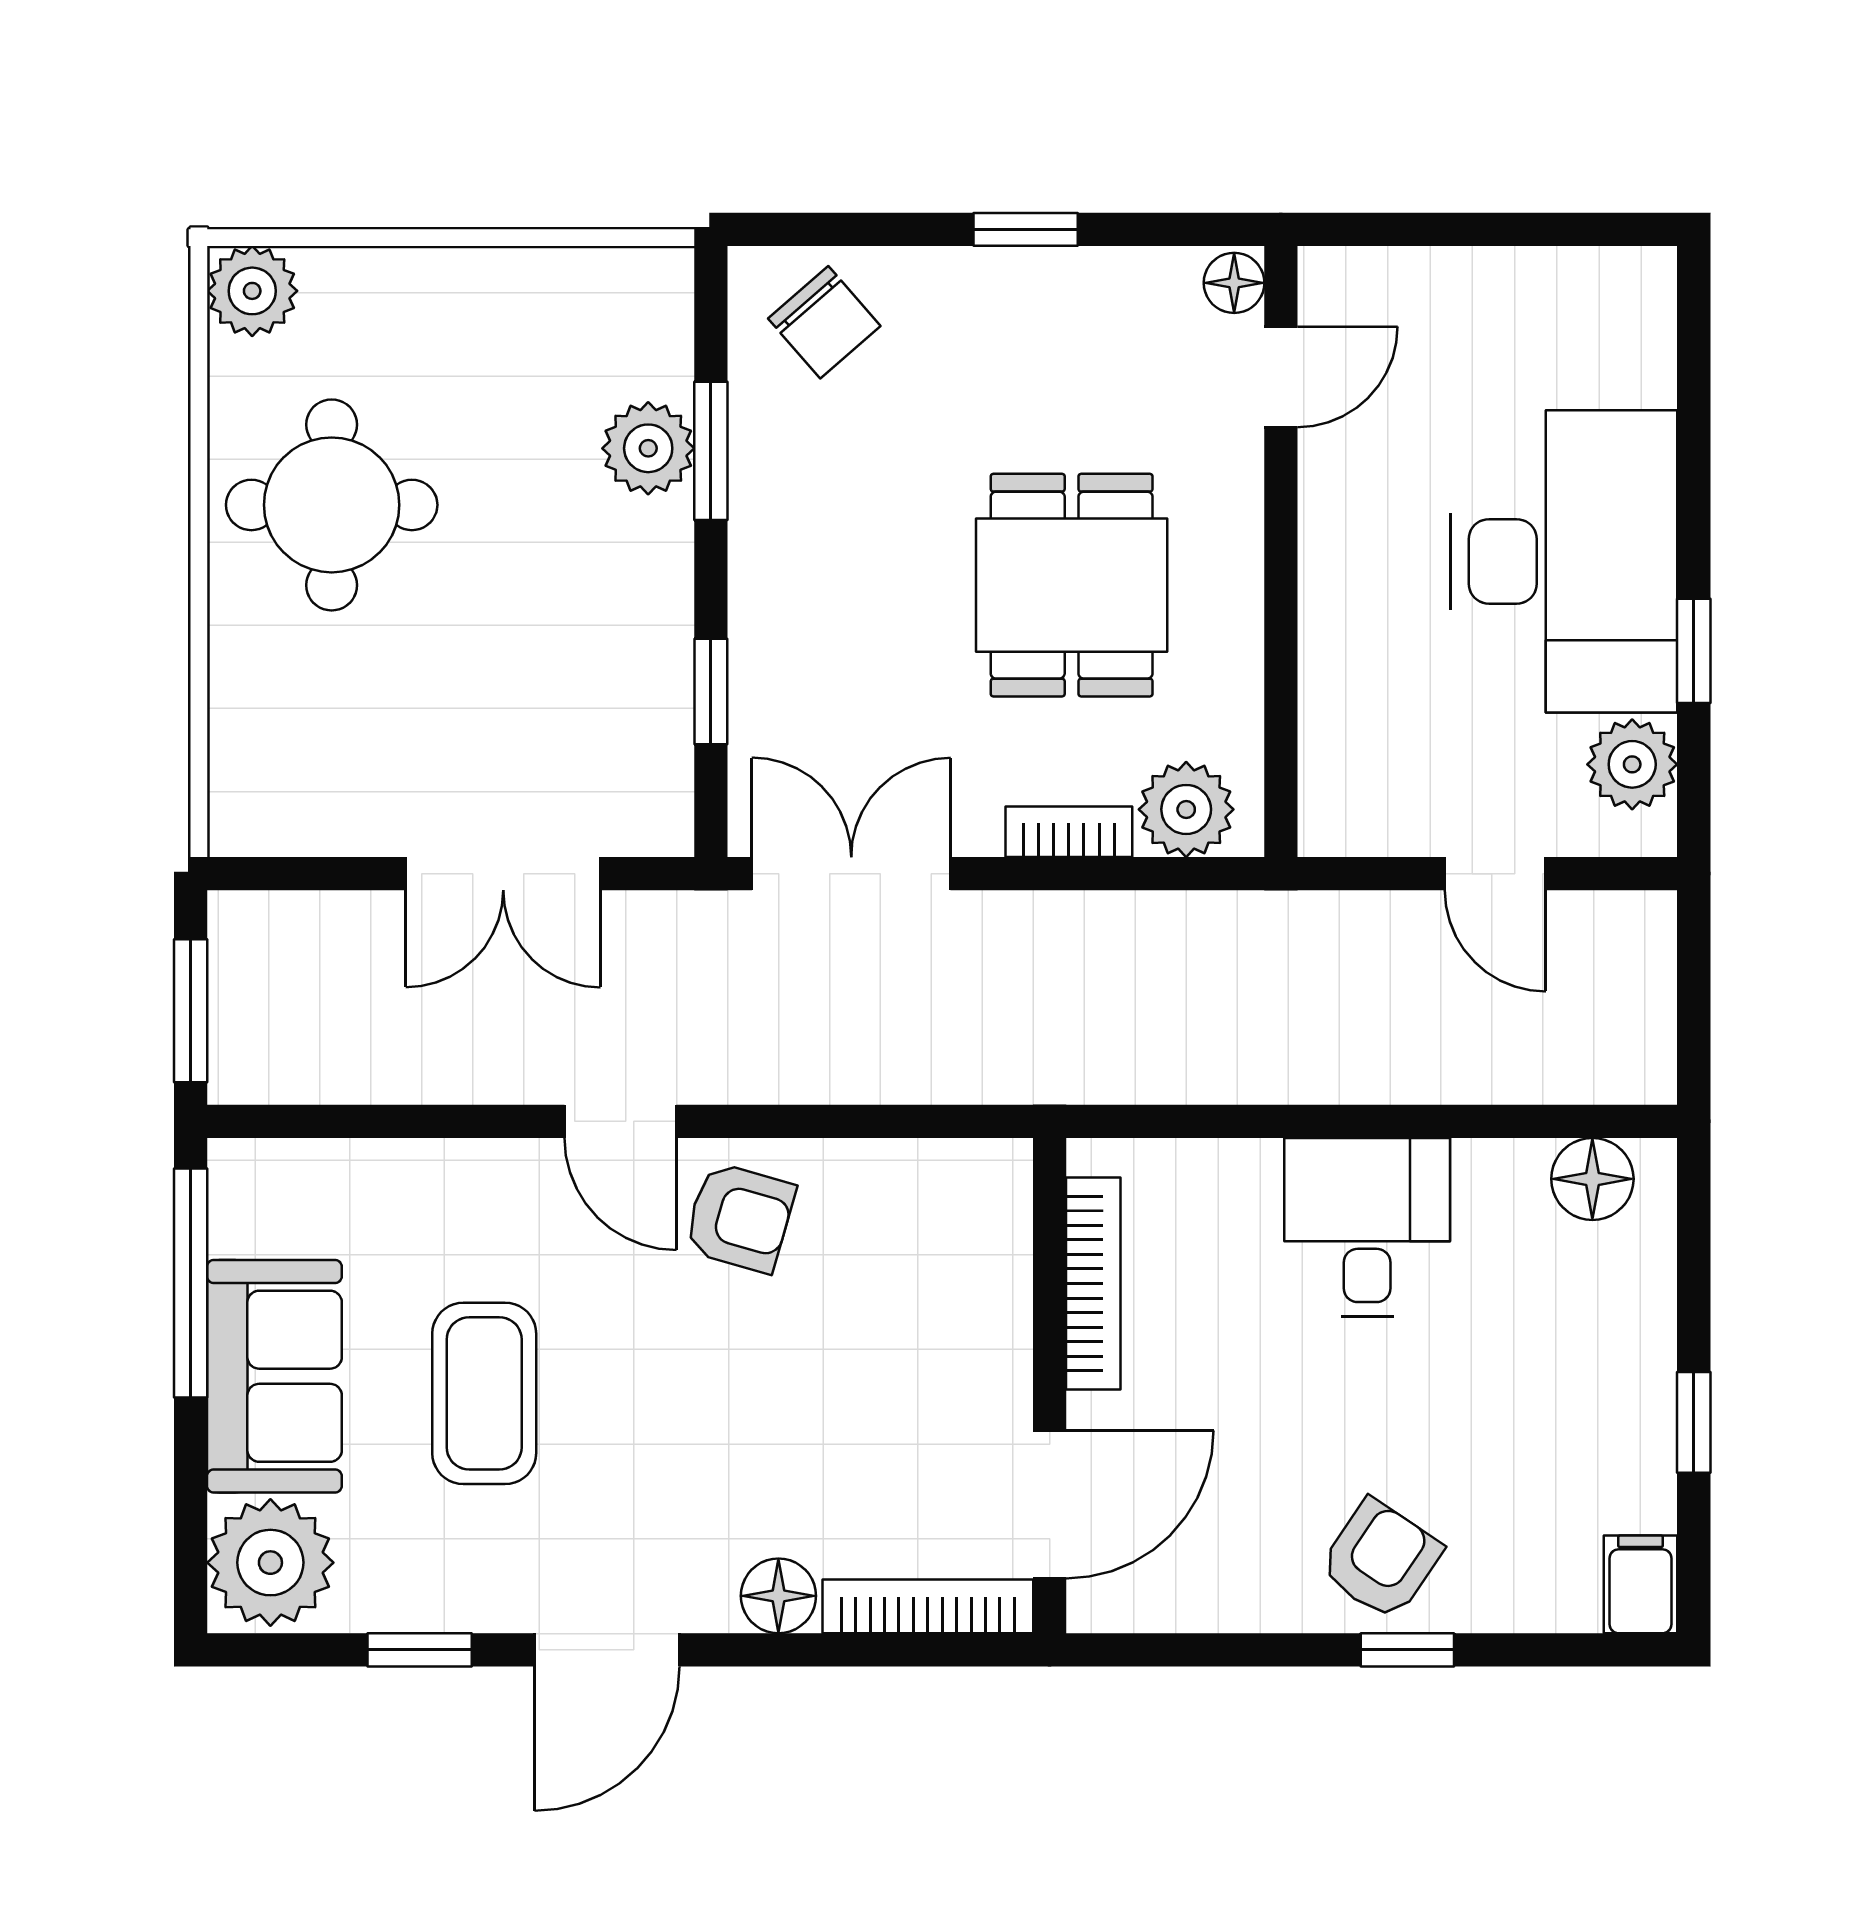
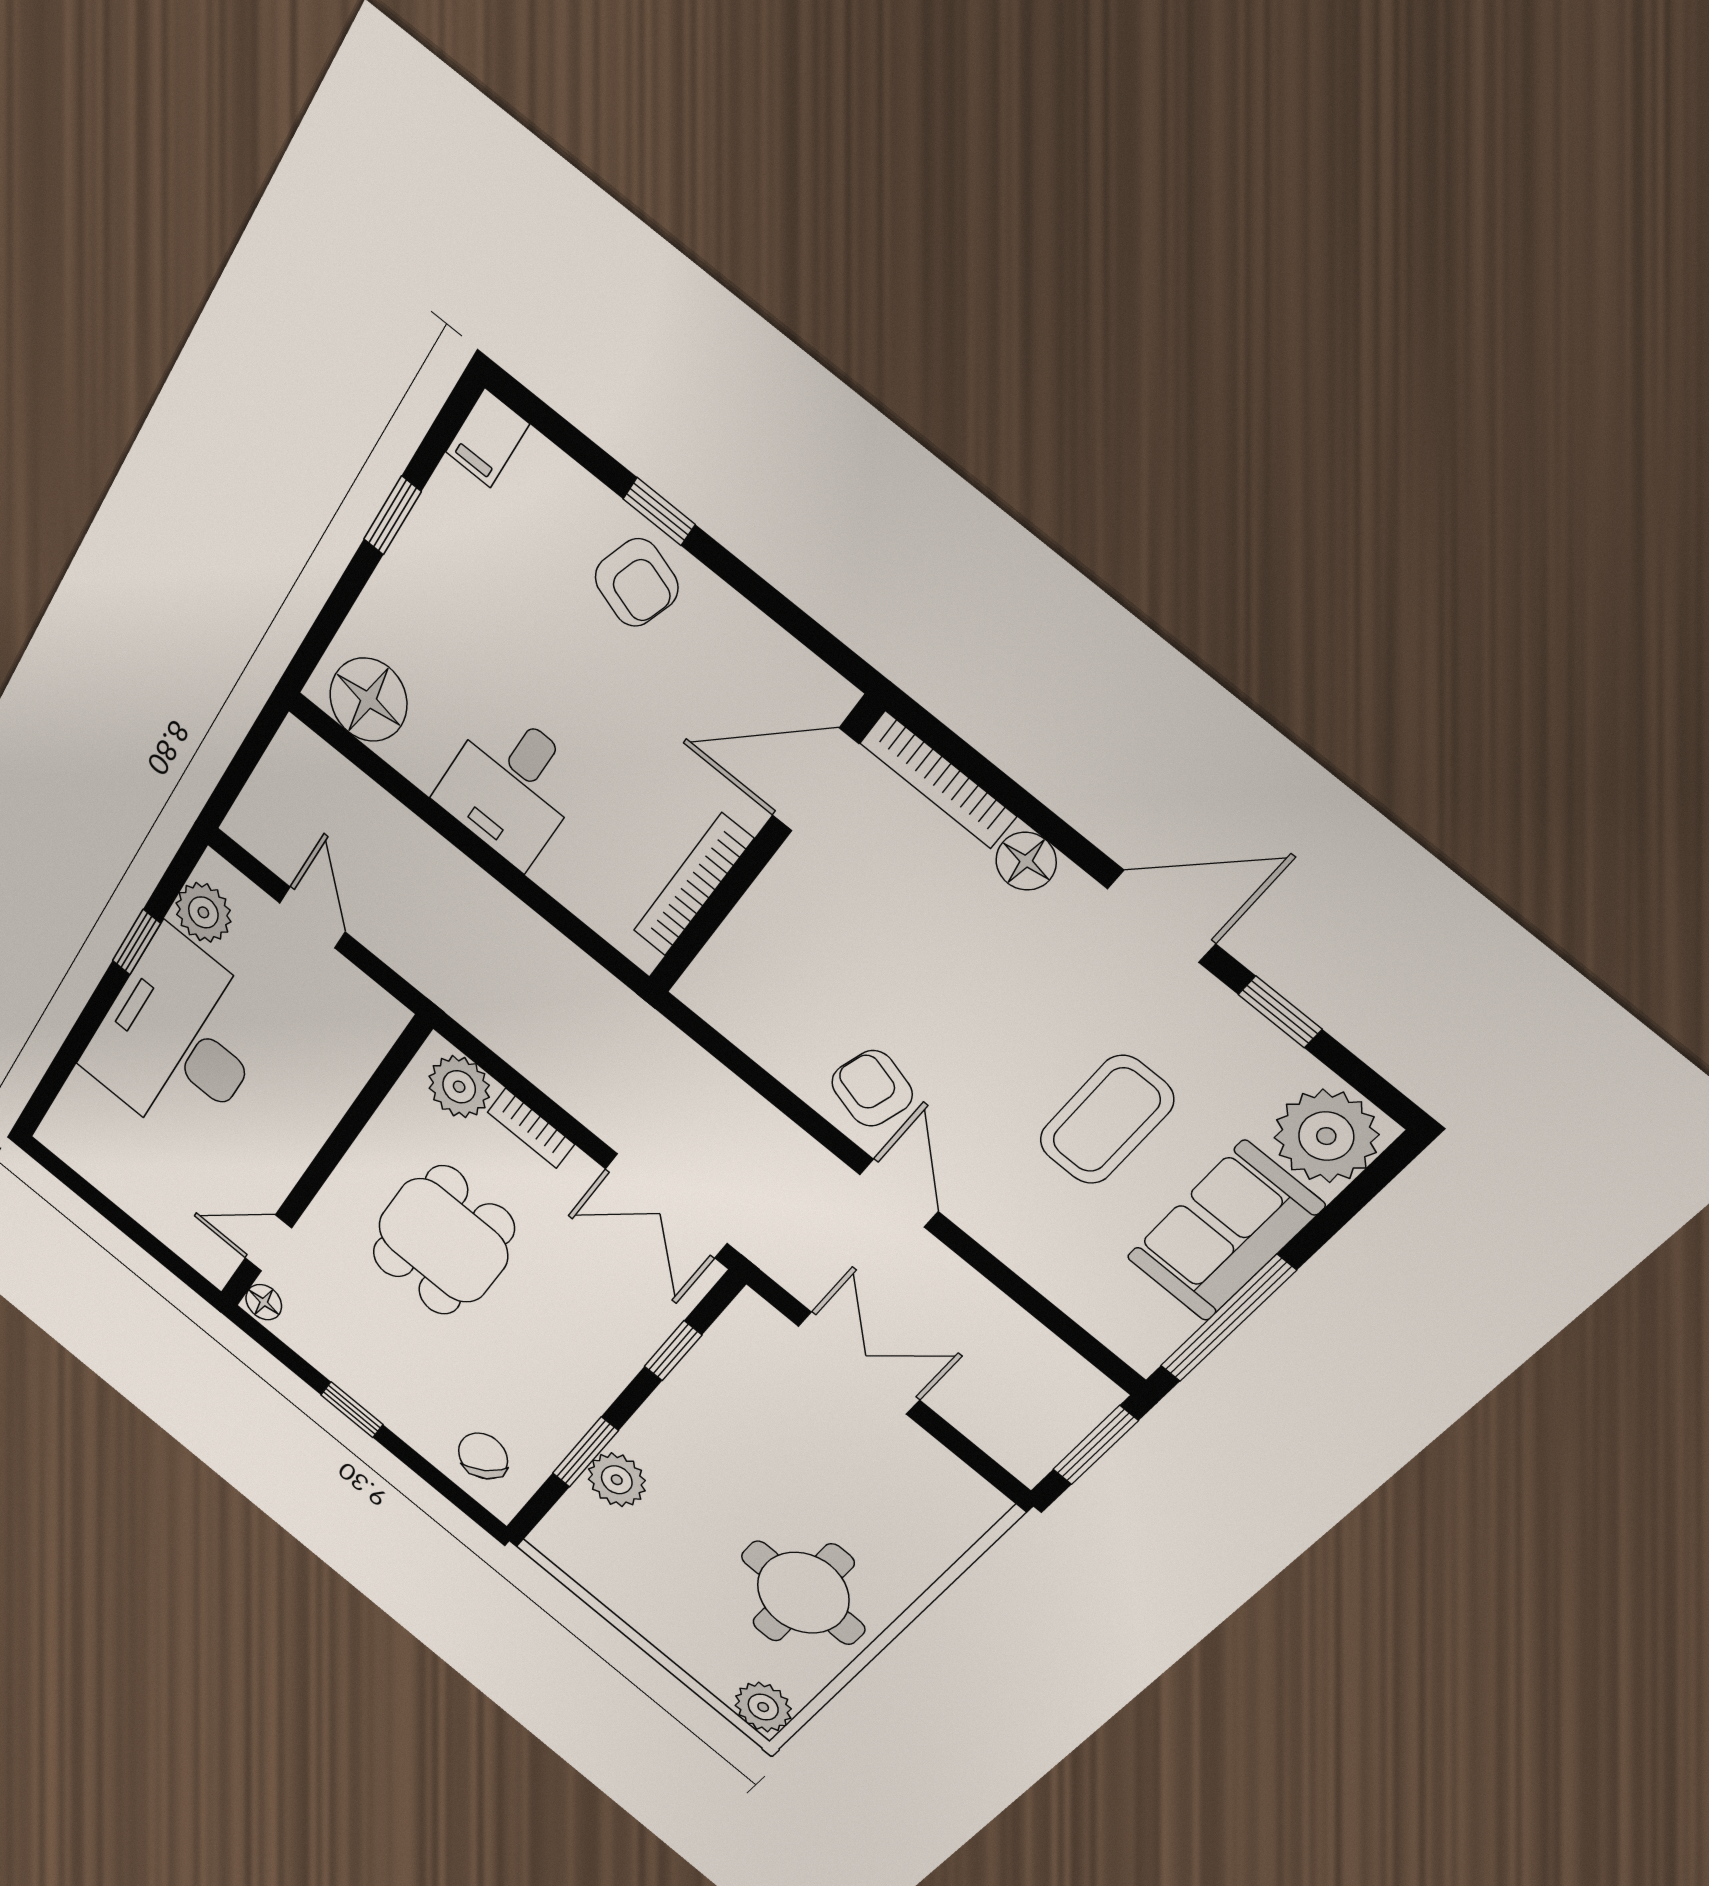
floor lamp: (1592, 1179) -> (368, 700), width x1.38, depth x1.38
armchair: (1381, 1559) -> (637, 583), turned -106

